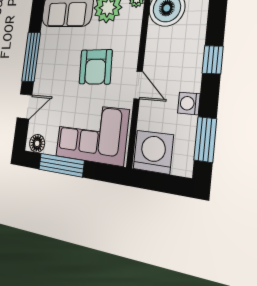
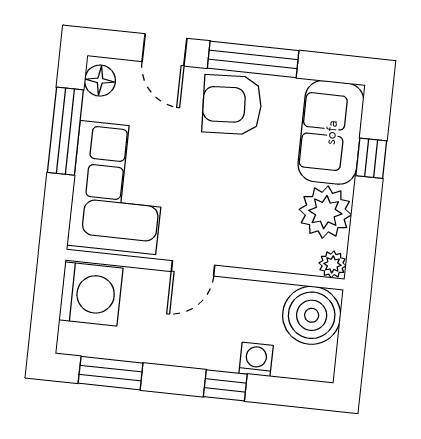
armchair: (96, 67) -> (232, 105), moved
washing machine: (189, 103) -> (256, 359), moved

